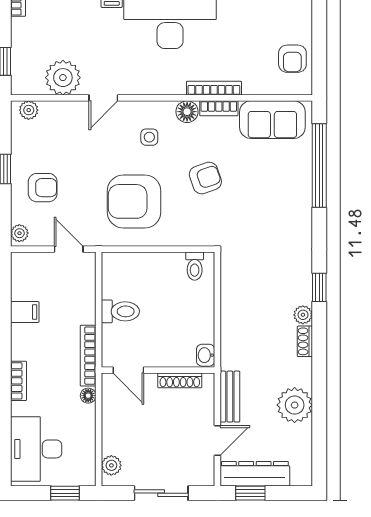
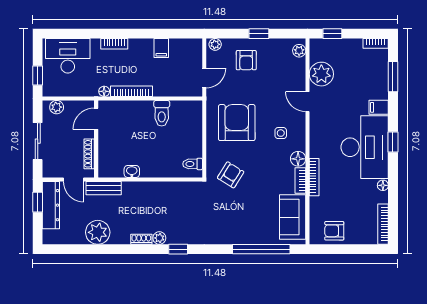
armchair: (205, 178) -> (231, 175), moved, turned -129
door: (128, 370) -> (96, 119), moved
wall: (158, 370) -> (96, 139), moved
shoe rack: (180, 380) -> (89, 154), moved

